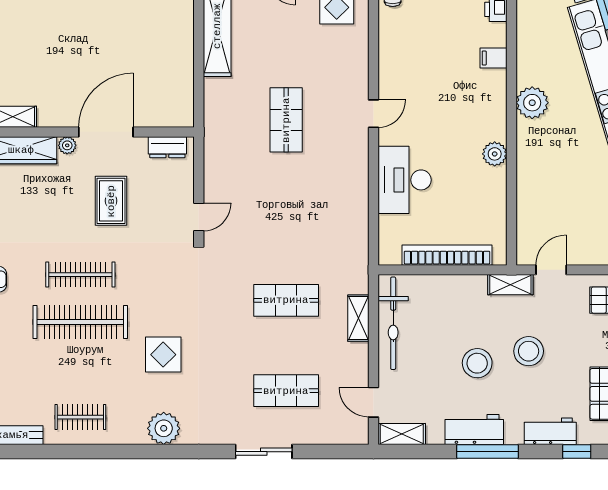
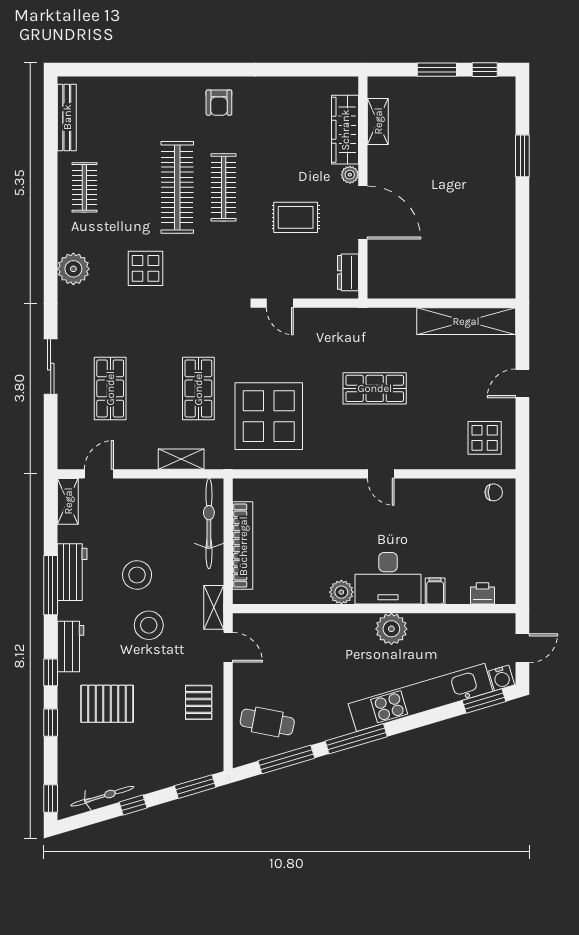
desk: (405, 180) -> (388, 578), moved, turned 180
display table: (315, 228) -> (269, 416), added
bicycle: (393, 323) -> (209, 524), moved, turned 90

